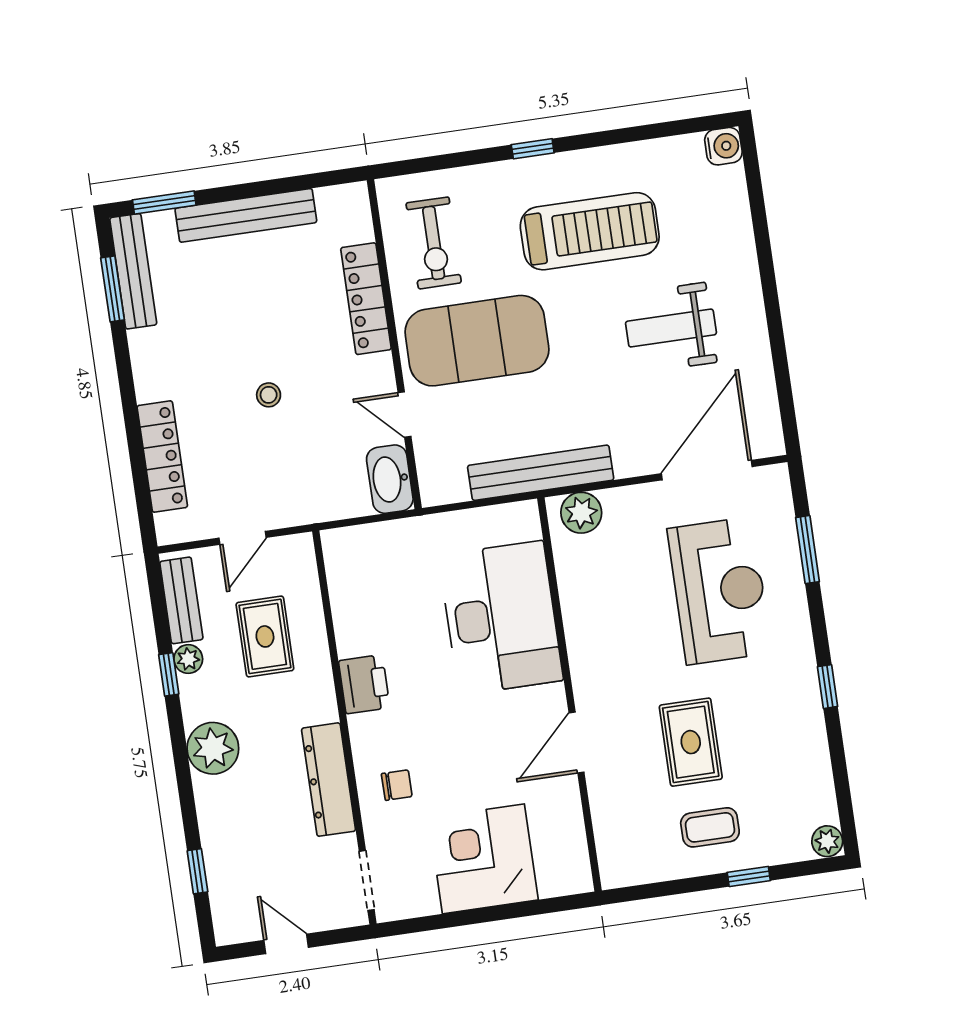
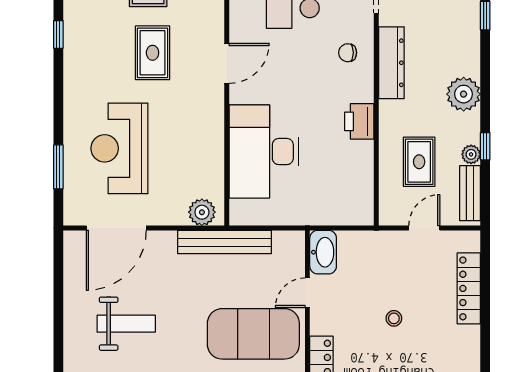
door: (405, 414) -> (307, 293), swing flipped
window: (827, 687) -> (58, 34), moved

